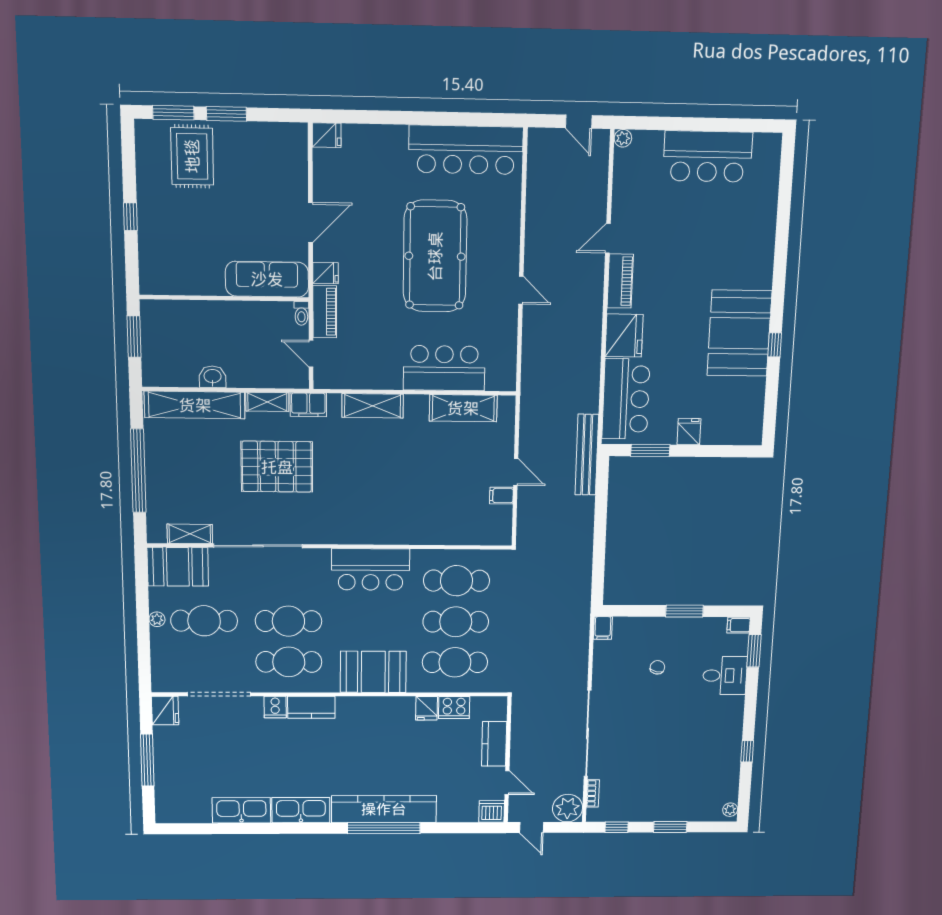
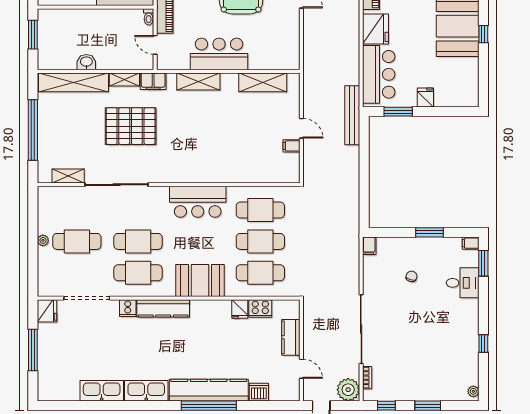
bar counter: (444, 368) -> (219, 54), moved
booth: (178, 567) -> (59, 201), removed
kitchen counter: (311, 707) -> (163, 308), width x1.50
dishwasher: (492, 811) -> (259, 392), moved

